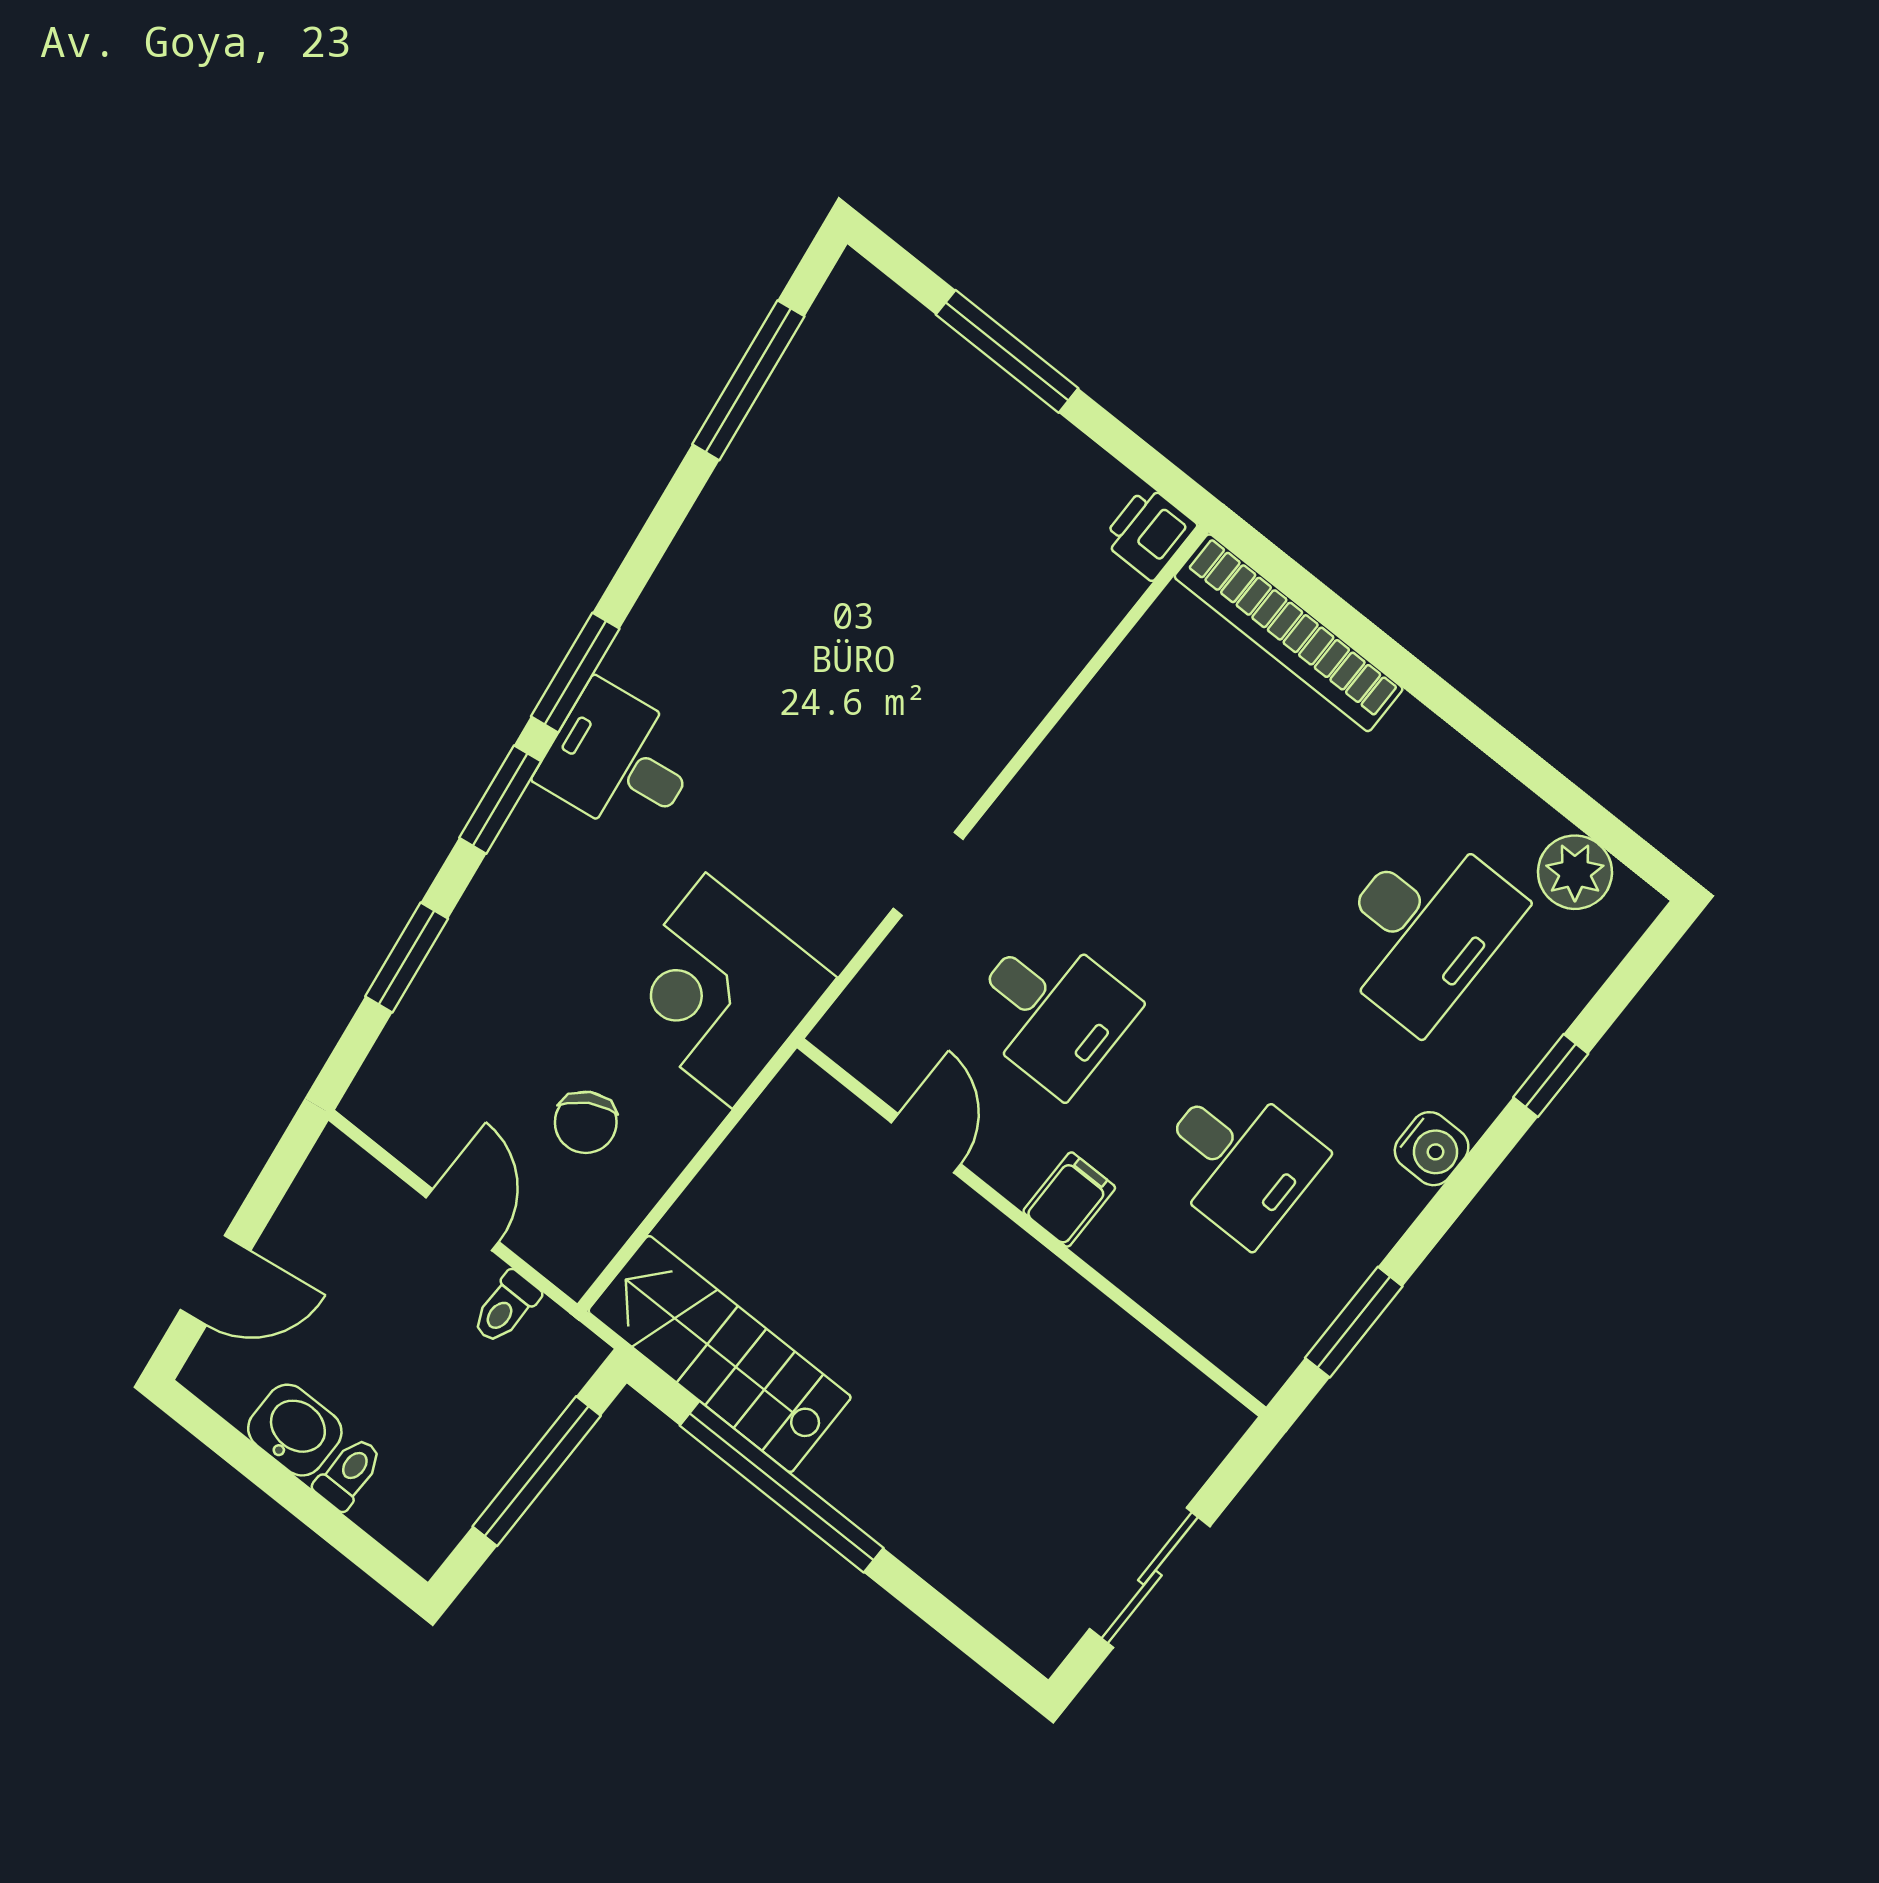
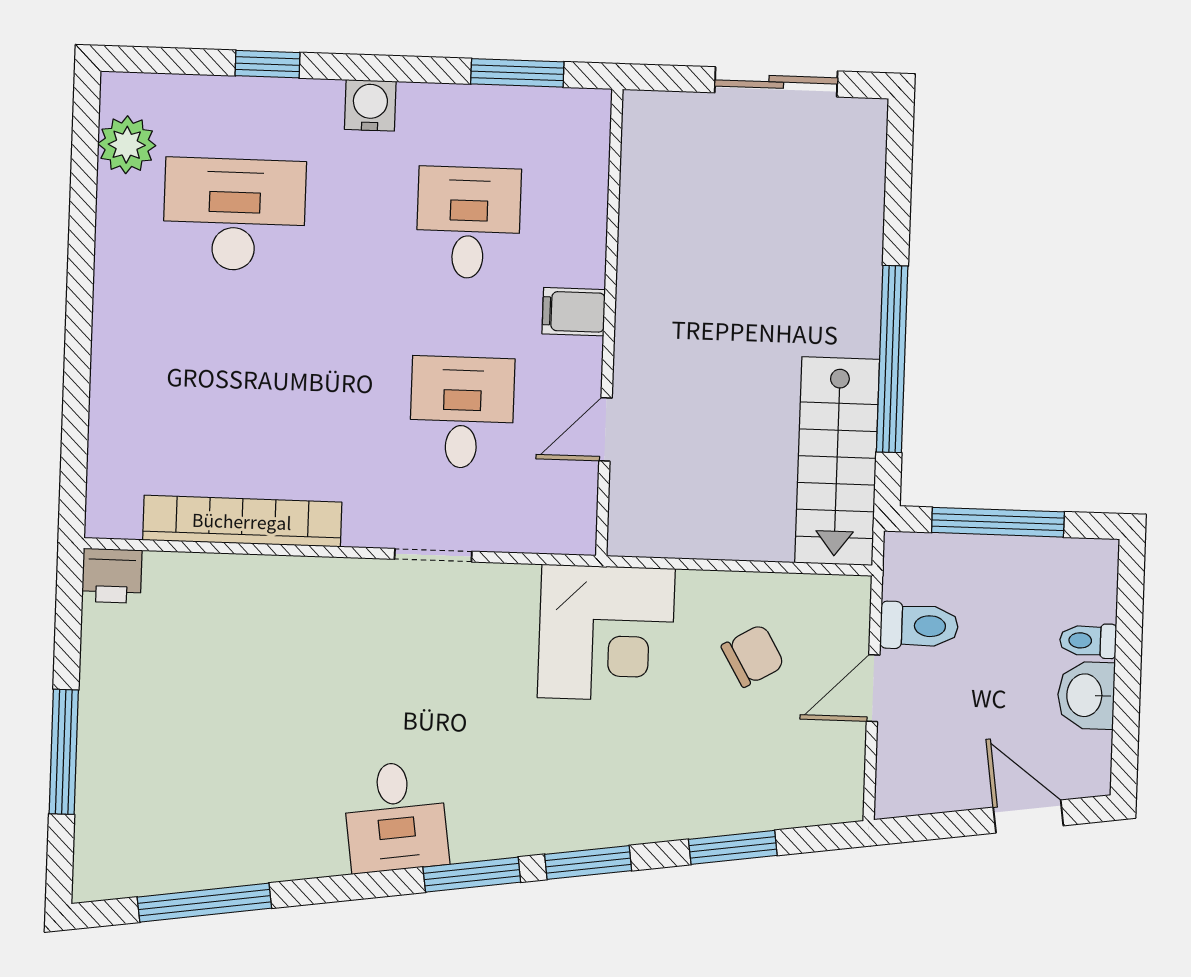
bookcase: (1289, 633) -> (242, 521), moved, turned -90
desk: (619, 761) -> (396, 817), moved
toilet: (506, 1308) -> (919, 626), width x1.37, depth x1.39

